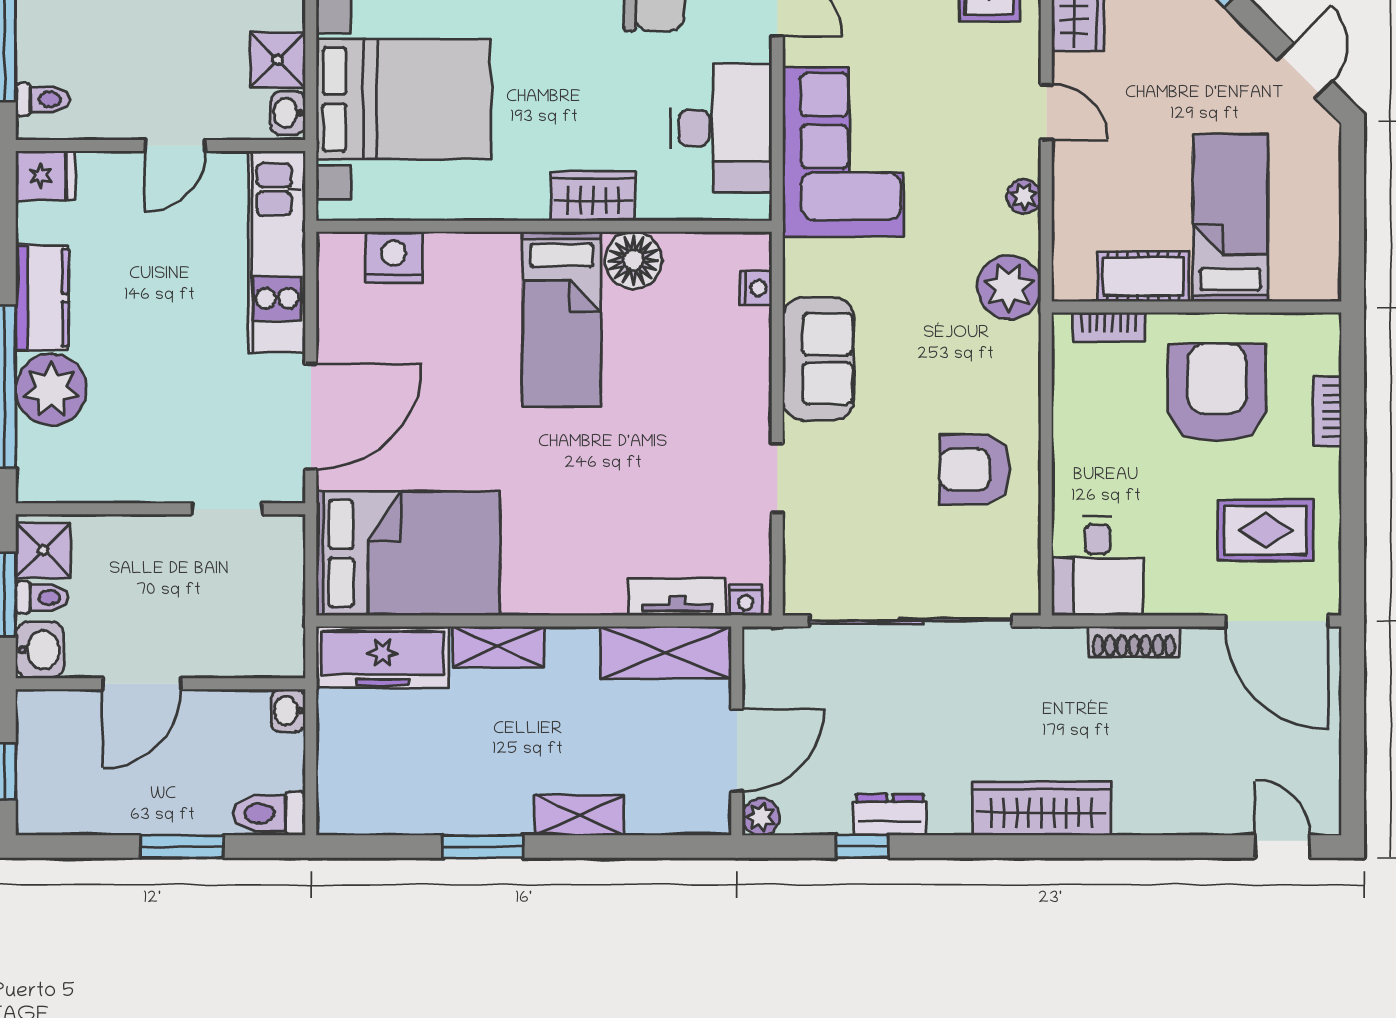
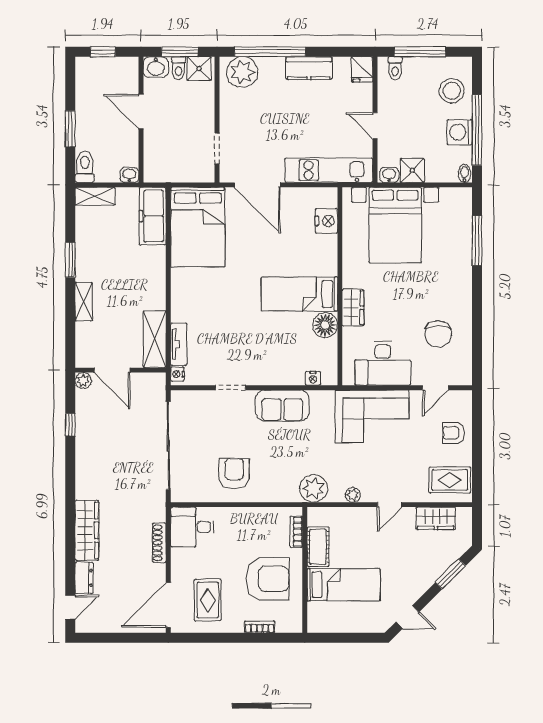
plant: (51, 390) -> (242, 72), moved
shelving: (498, 647) -> (95, 196), moved, turned 90
wardrobe: (1042, 809) -> (87, 530), moved
dresser: (890, 815) -> (84, 578), moved

